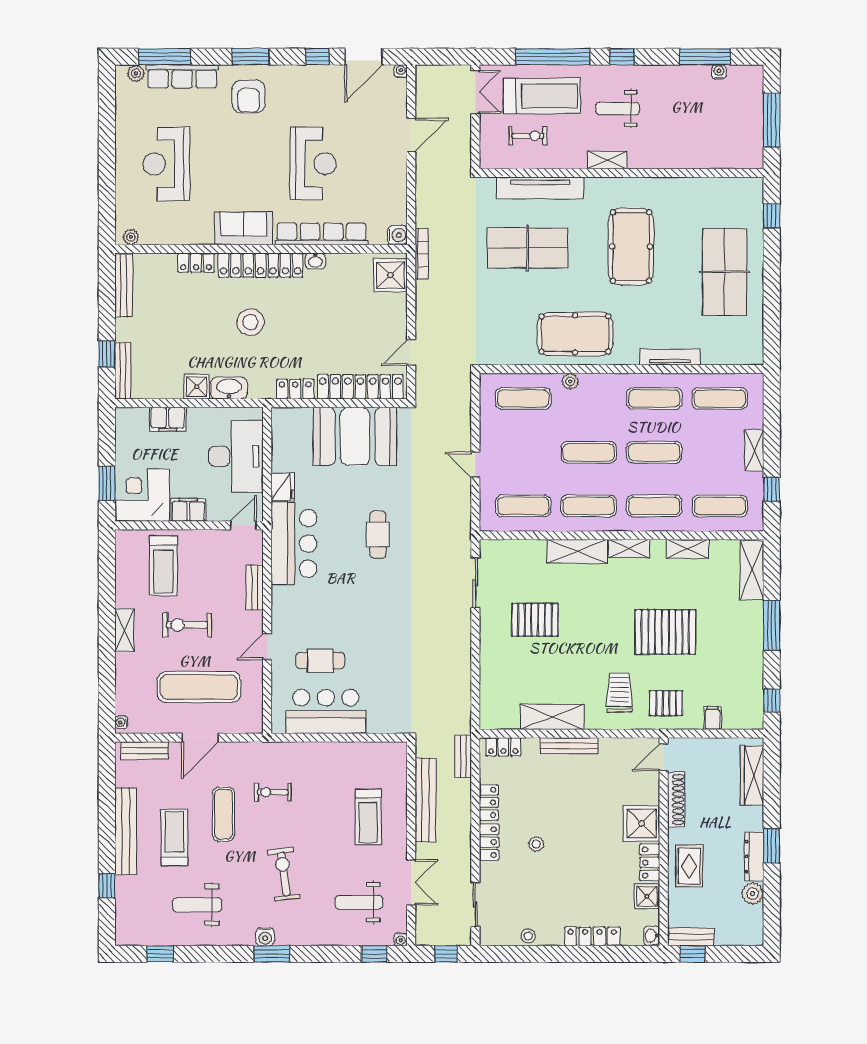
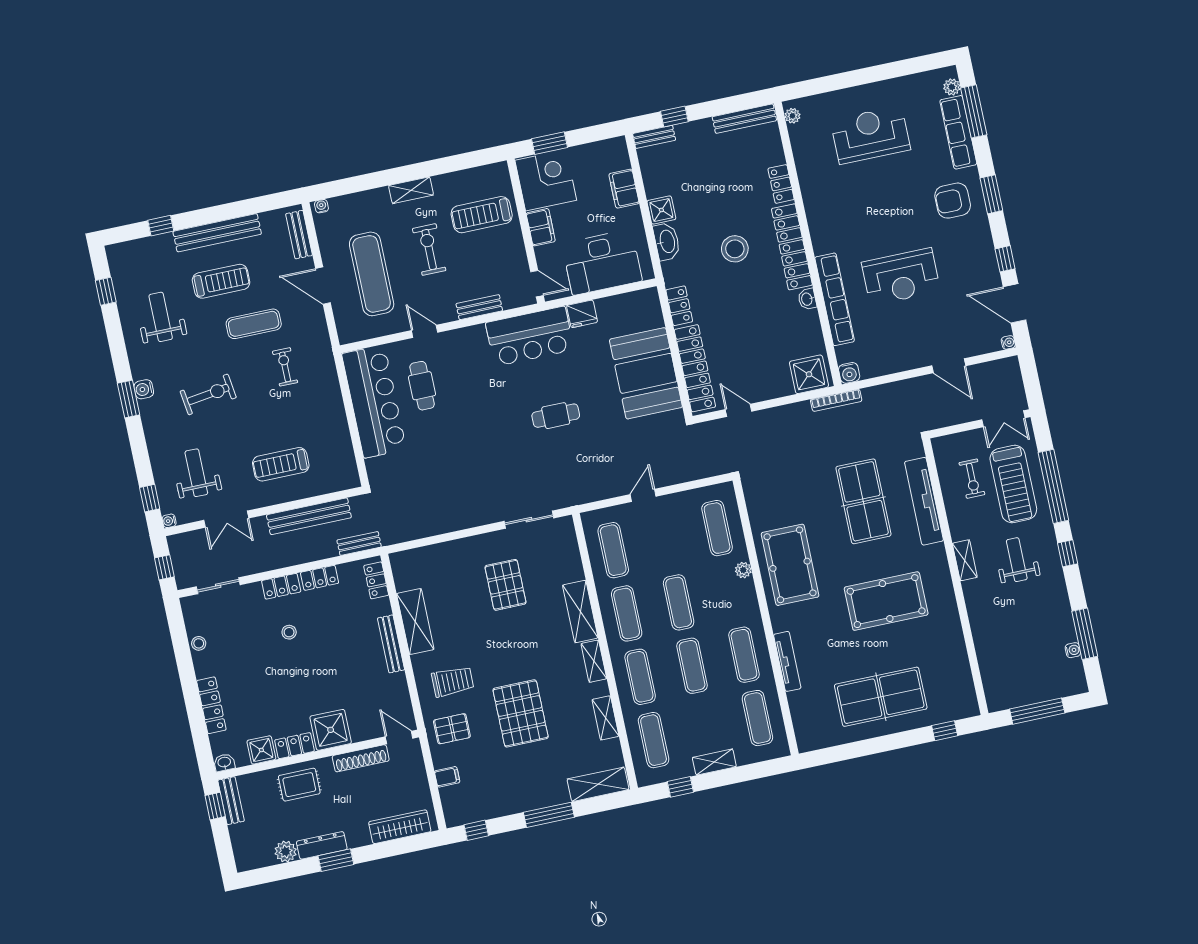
sofa: (244, 228) -> (824, 223), removed
bench: (123, 371) -> (654, 137), width x0.73
pallet: (666, 703) -> (452, 729), turned 90
bar counter: (326, 711) -> (374, 402), width x1.36

